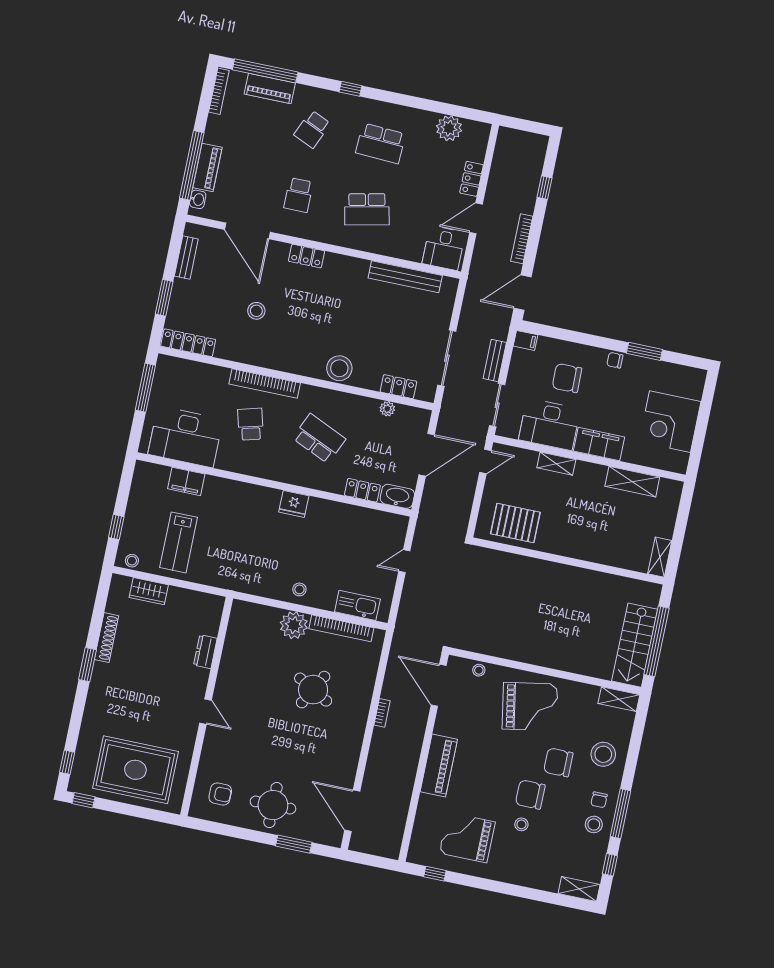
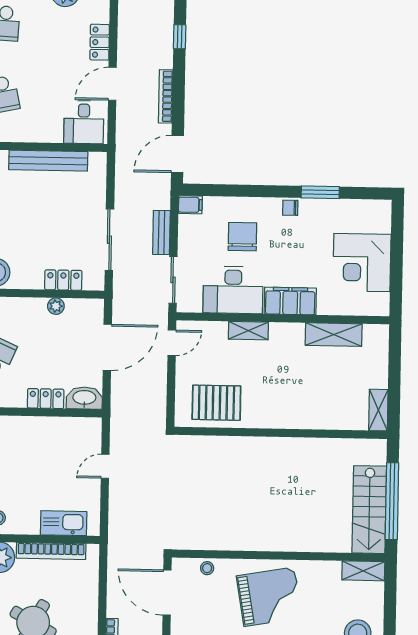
chair: (567, 378) -> (242, 237), turned 91

